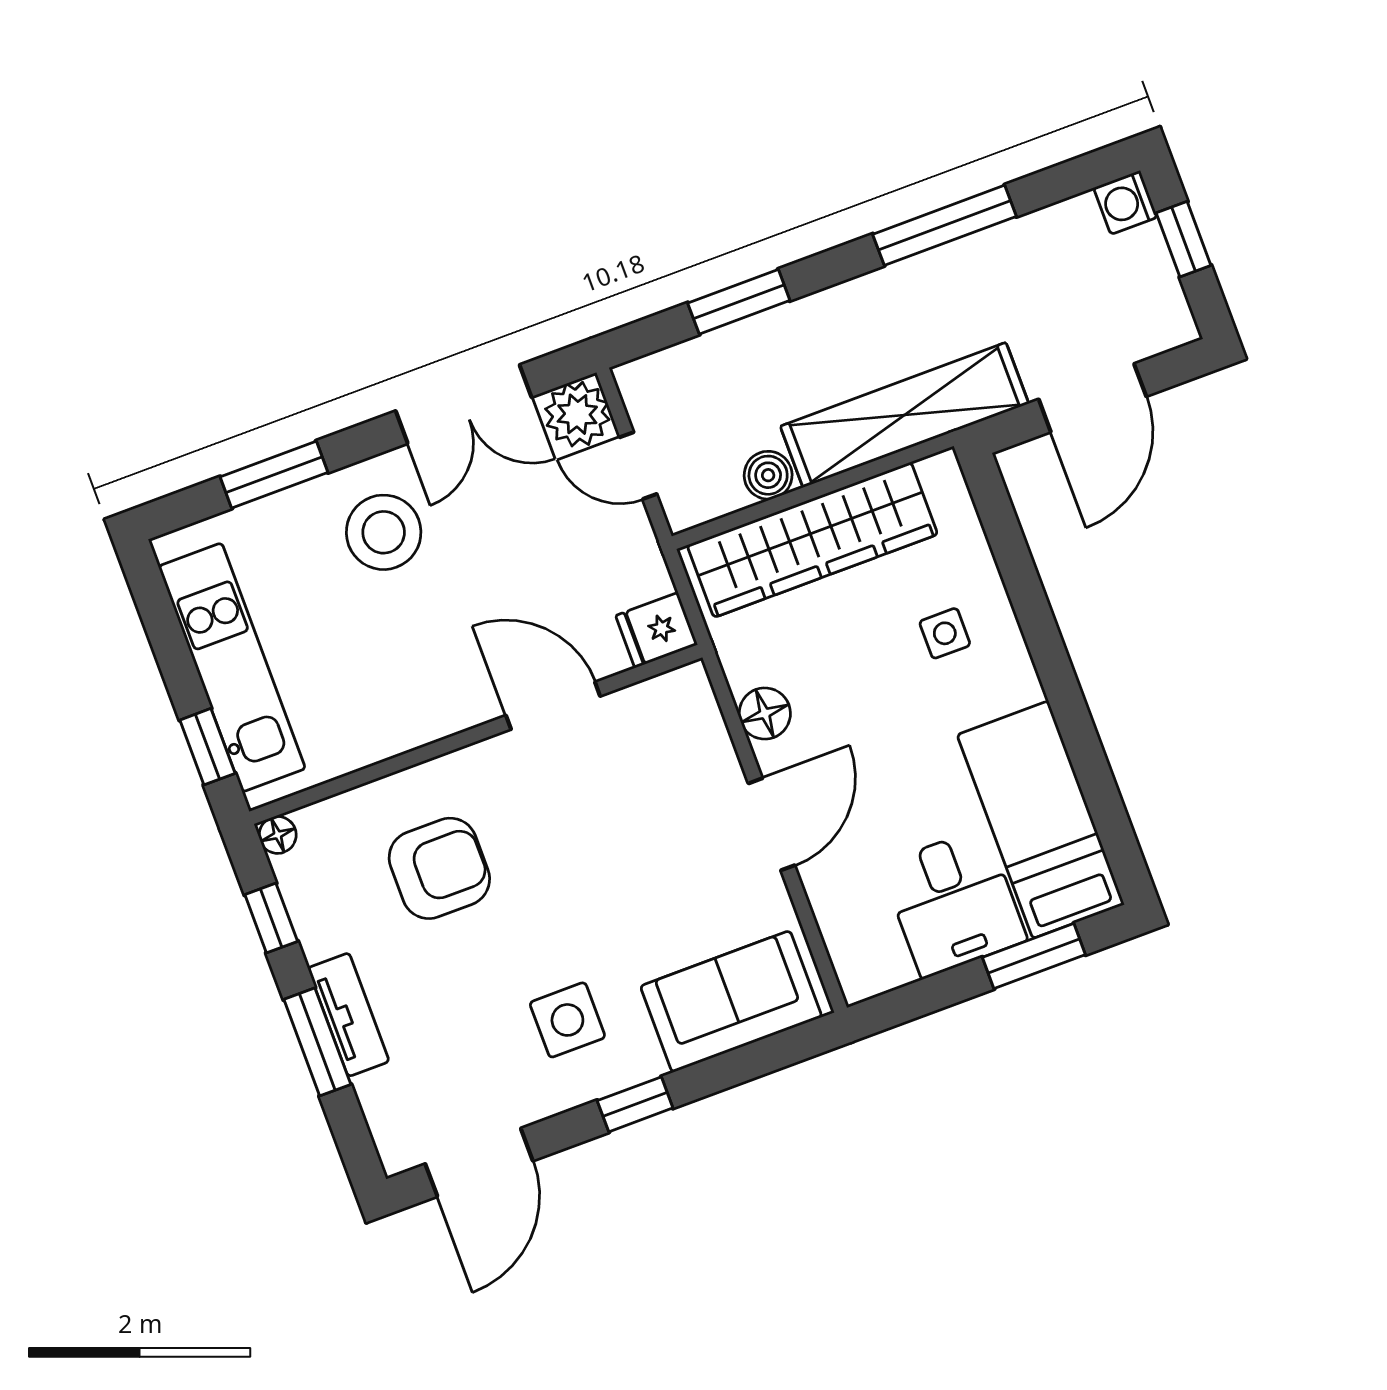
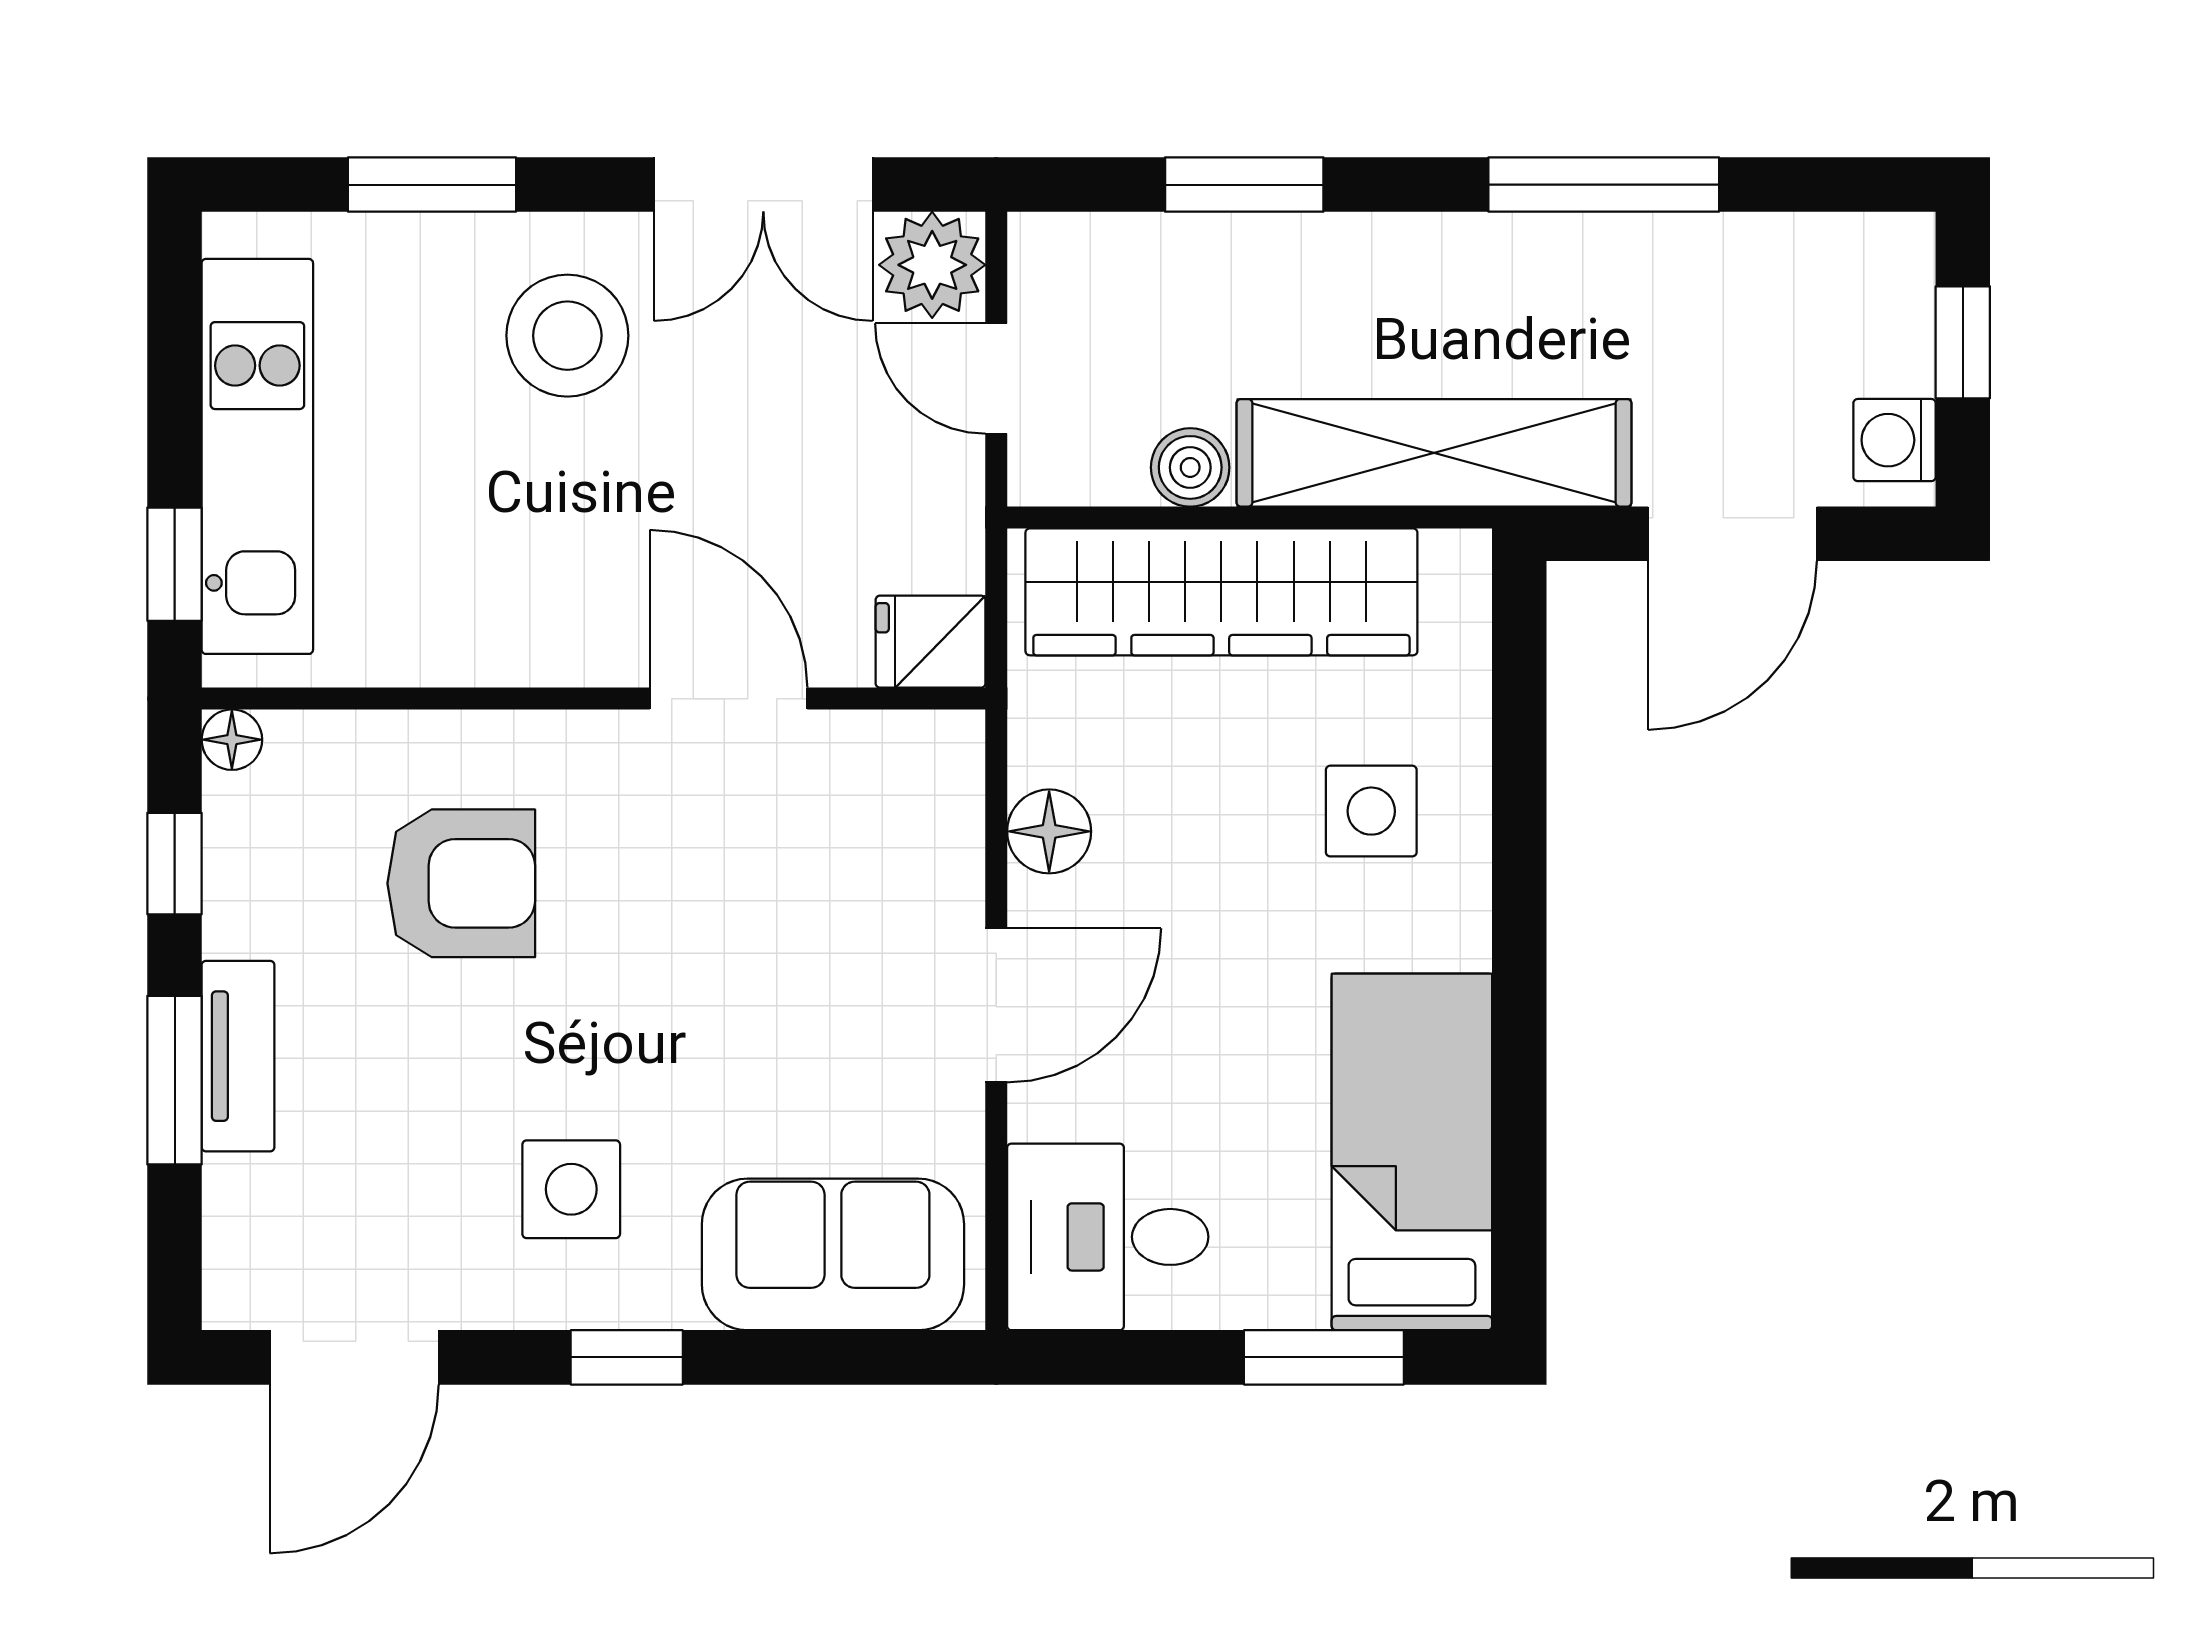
washing machine: (1125, 202) -> (1895, 440), moved
side table: (945, 633) -> (1371, 811), width x1.37, depth x1.37
desk: (954, 903) -> (1108, 1237), moved, turned 90

